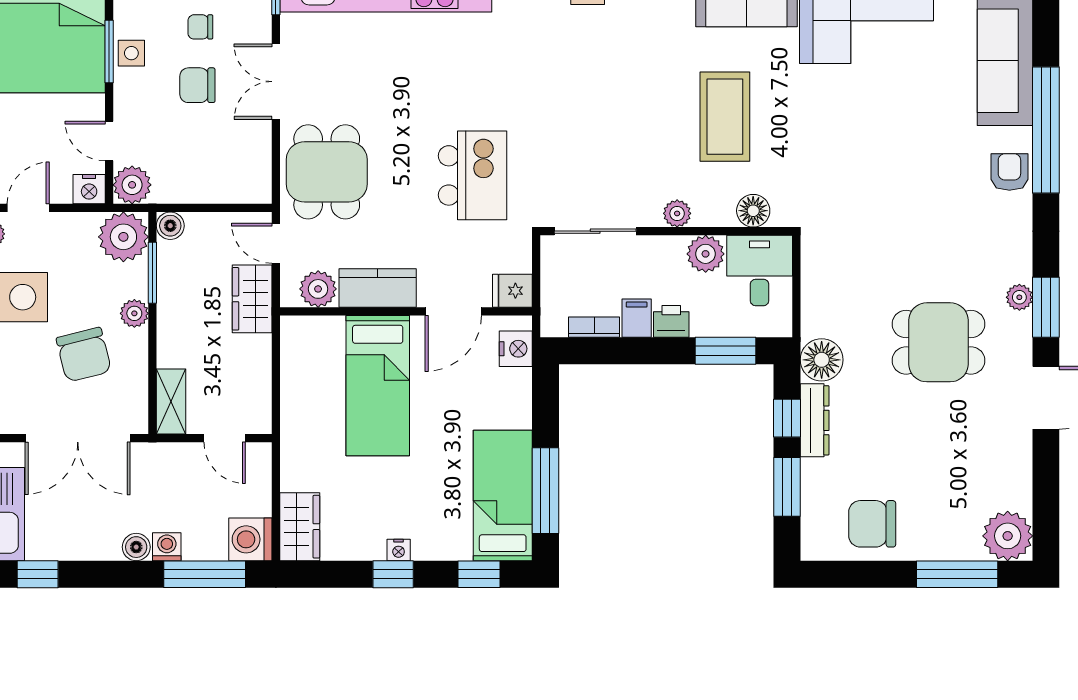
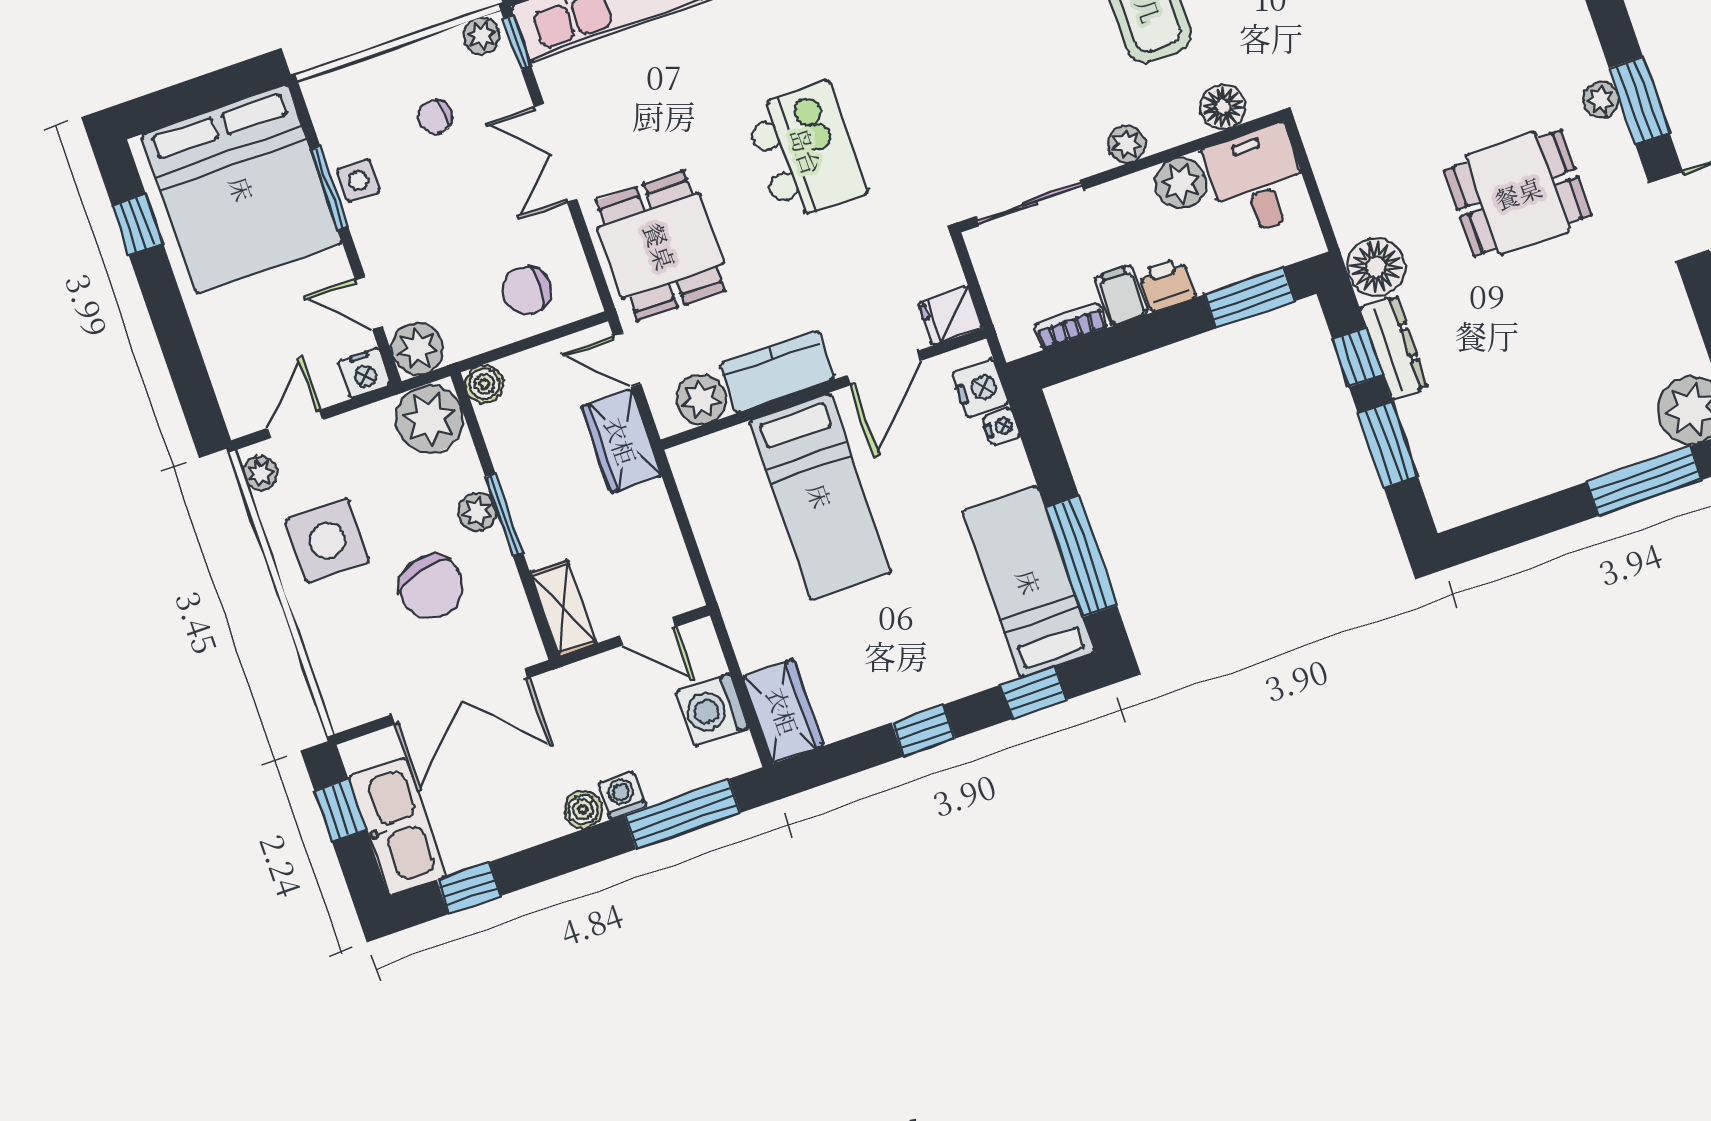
chair: (197, 85) -> (527, 290), moved
kitchen island: (473, 175) -> (806, 151), moved
window: (152, 273) -> (504, 515), moved
chair: (872, 524) -> (1513, 454), removed
washing machine: (250, 539) -> (712, 710), moved
nightstand: (399, 550) -> (1001, 427), moved, turned -90

